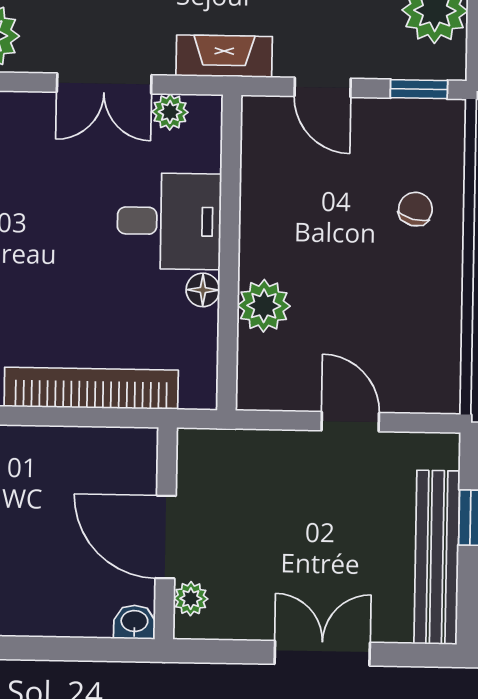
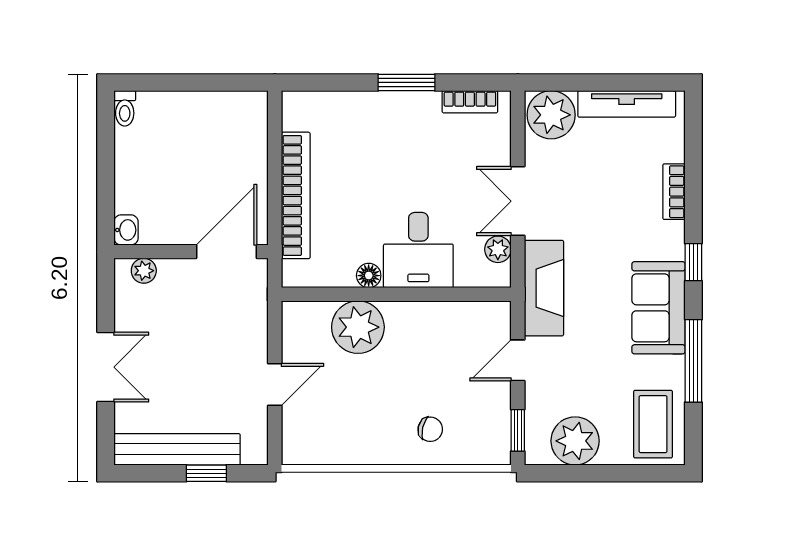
fireplace: (224, 56) -> (544, 288), width x1.37, depth x1.32
plant: (264, 306) -> (358, 327), width x1.36, depth x1.36
door: (166, 537) -> (227, 252), moved

